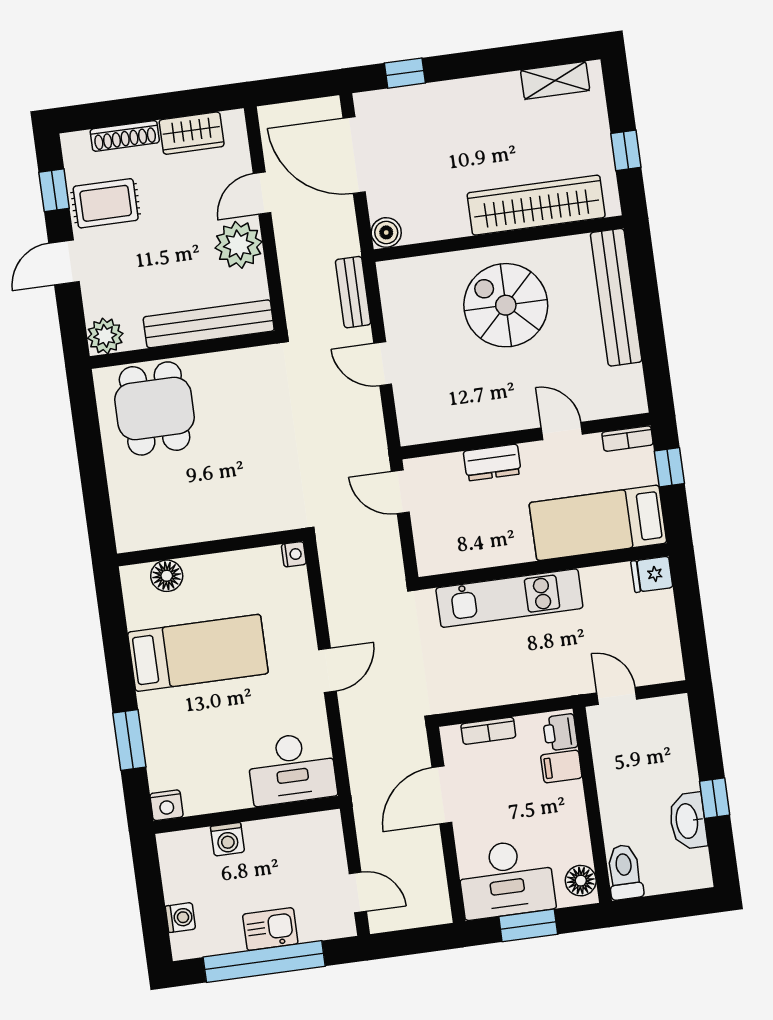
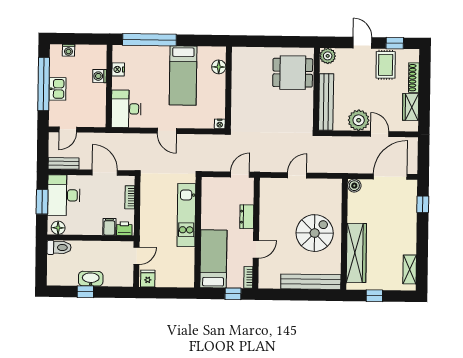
bench: (353, 292) -> (64, 163), moved
fridge: (652, 574) -> (148, 279), moved
window: (129, 740) -> (149, 40), width x2.11
nightstand: (167, 805) -> (118, 69), moved
washbasin: (688, 821) -> (91, 279), moved

